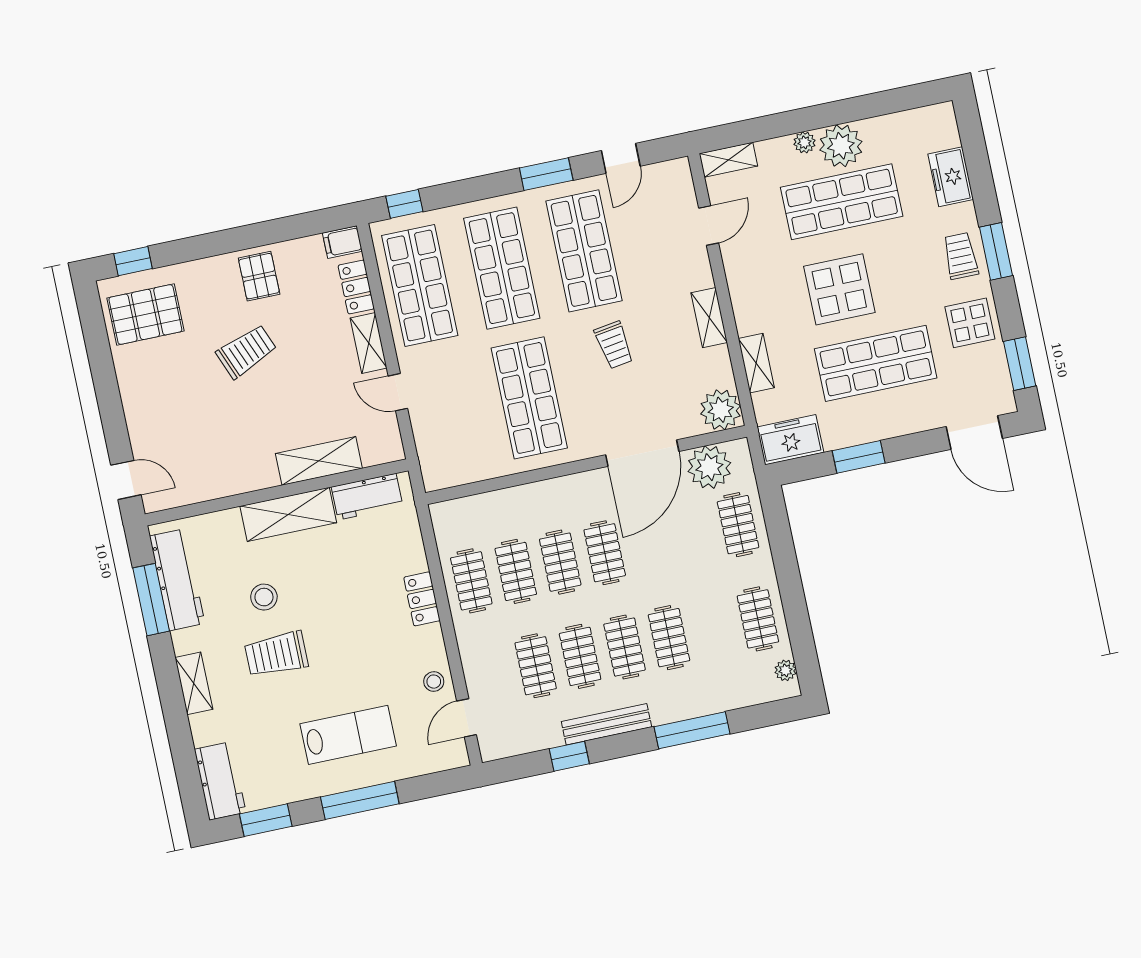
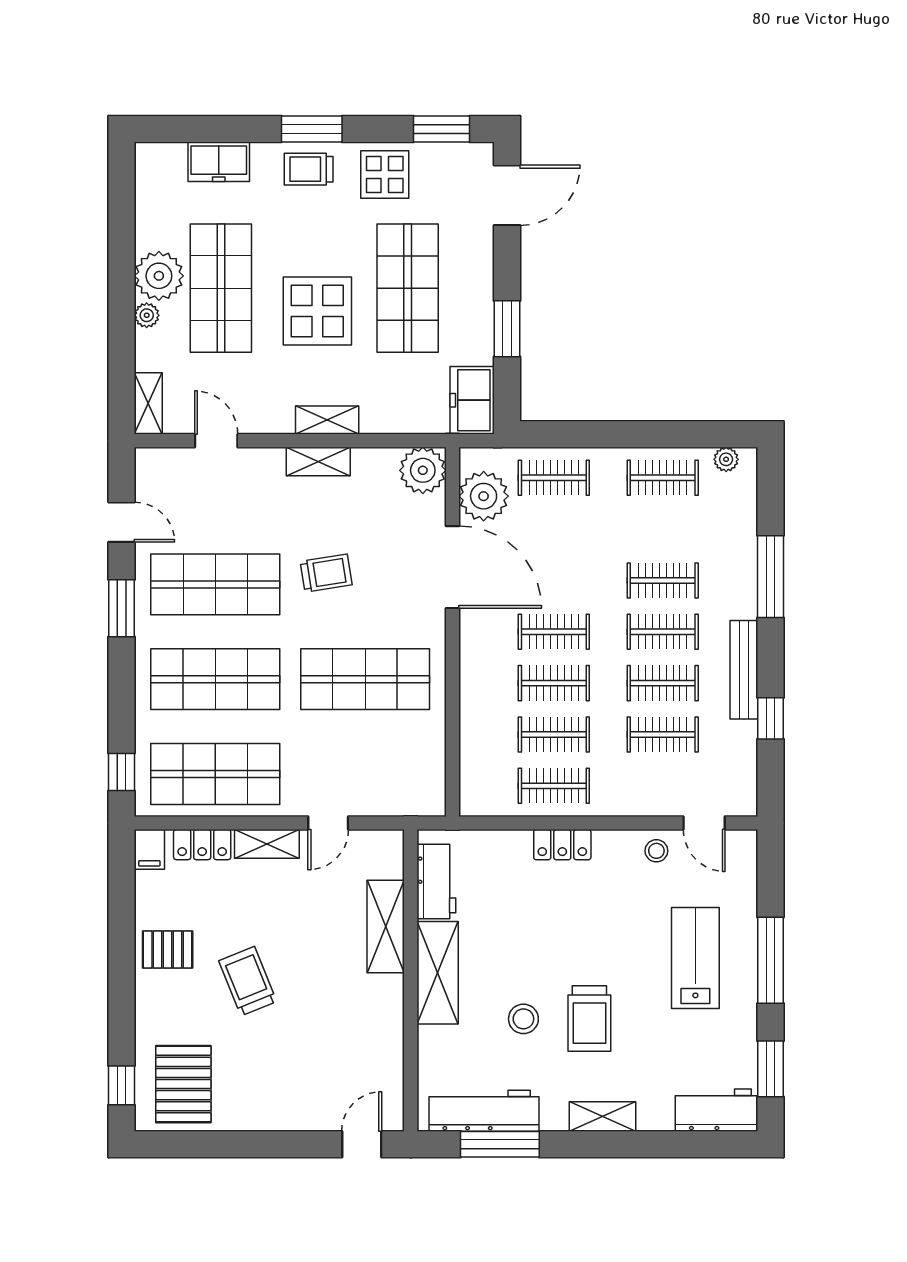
shelving: (756, 363) -> (327, 420), moved

